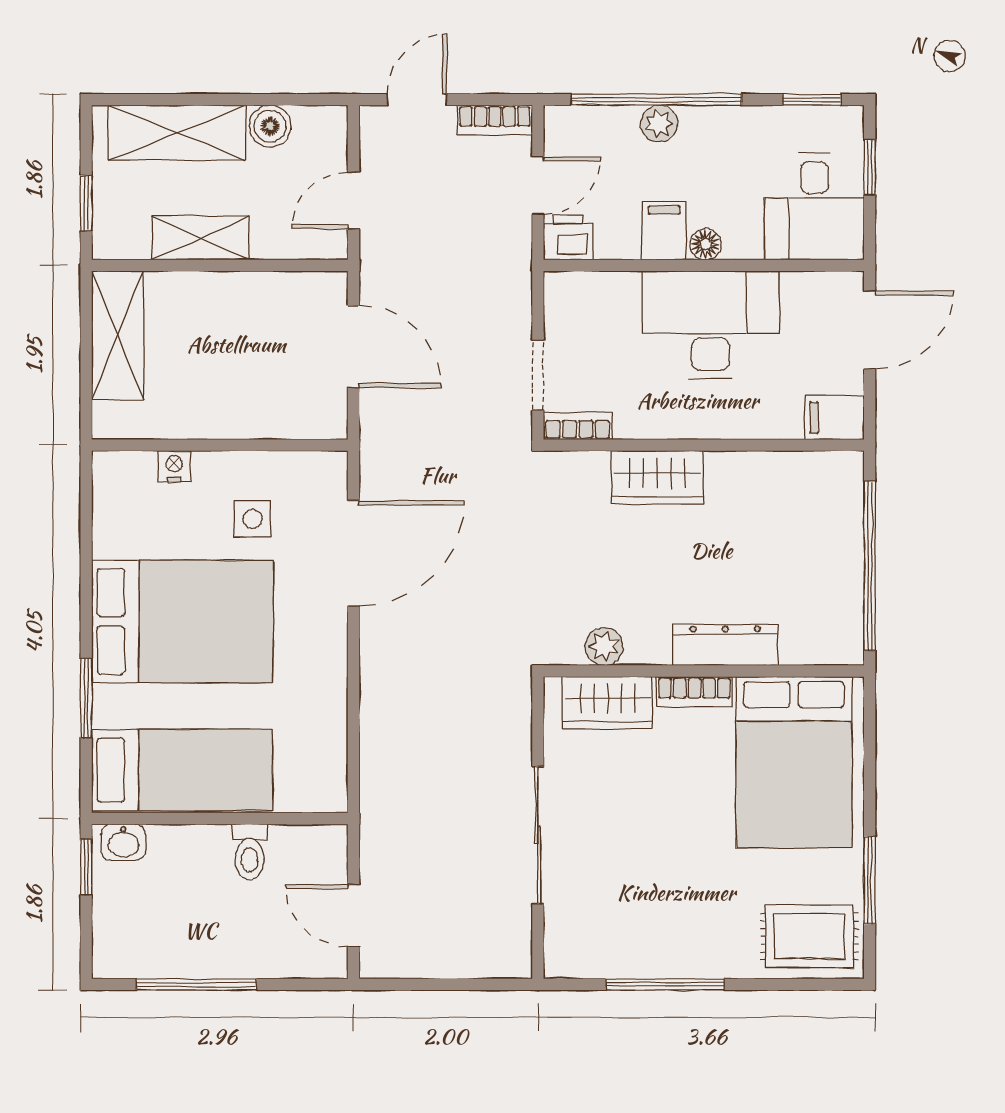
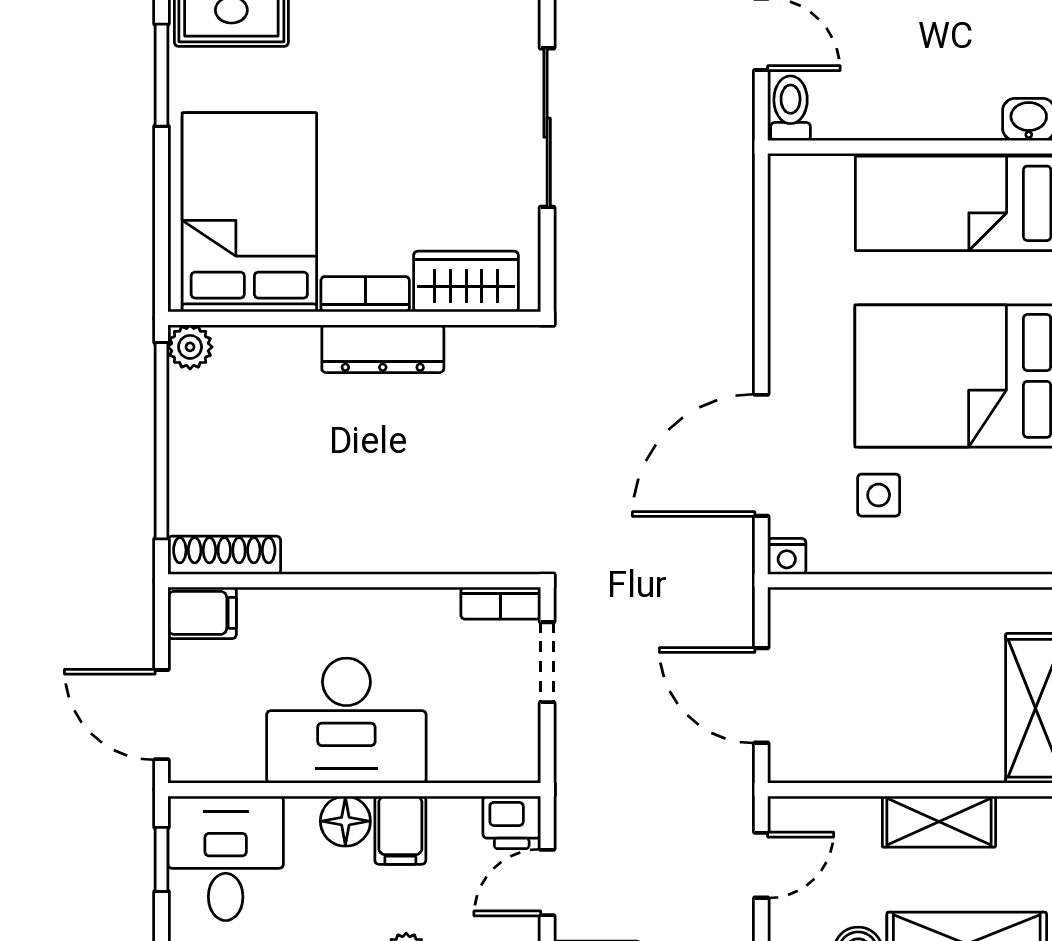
window: (870, 167) -> (161, 859), moved
floor lamp: (706, 244) -> (345, 821), width x1.37, depth x1.37
door: (870, 330) -> (161, 715), hinge flipped
nightstand: (174, 466) -> (787, 556), moved
shoe rack: (816, 467) -> (224, 555), added
wardrobe: (657, 477) -> (408, 543), removed
dresser: (725, 645) -> (383, 349), moved
plant: (604, 646) -> (190, 347), moved
toilet: (250, 852) -> (791, 108), moved

